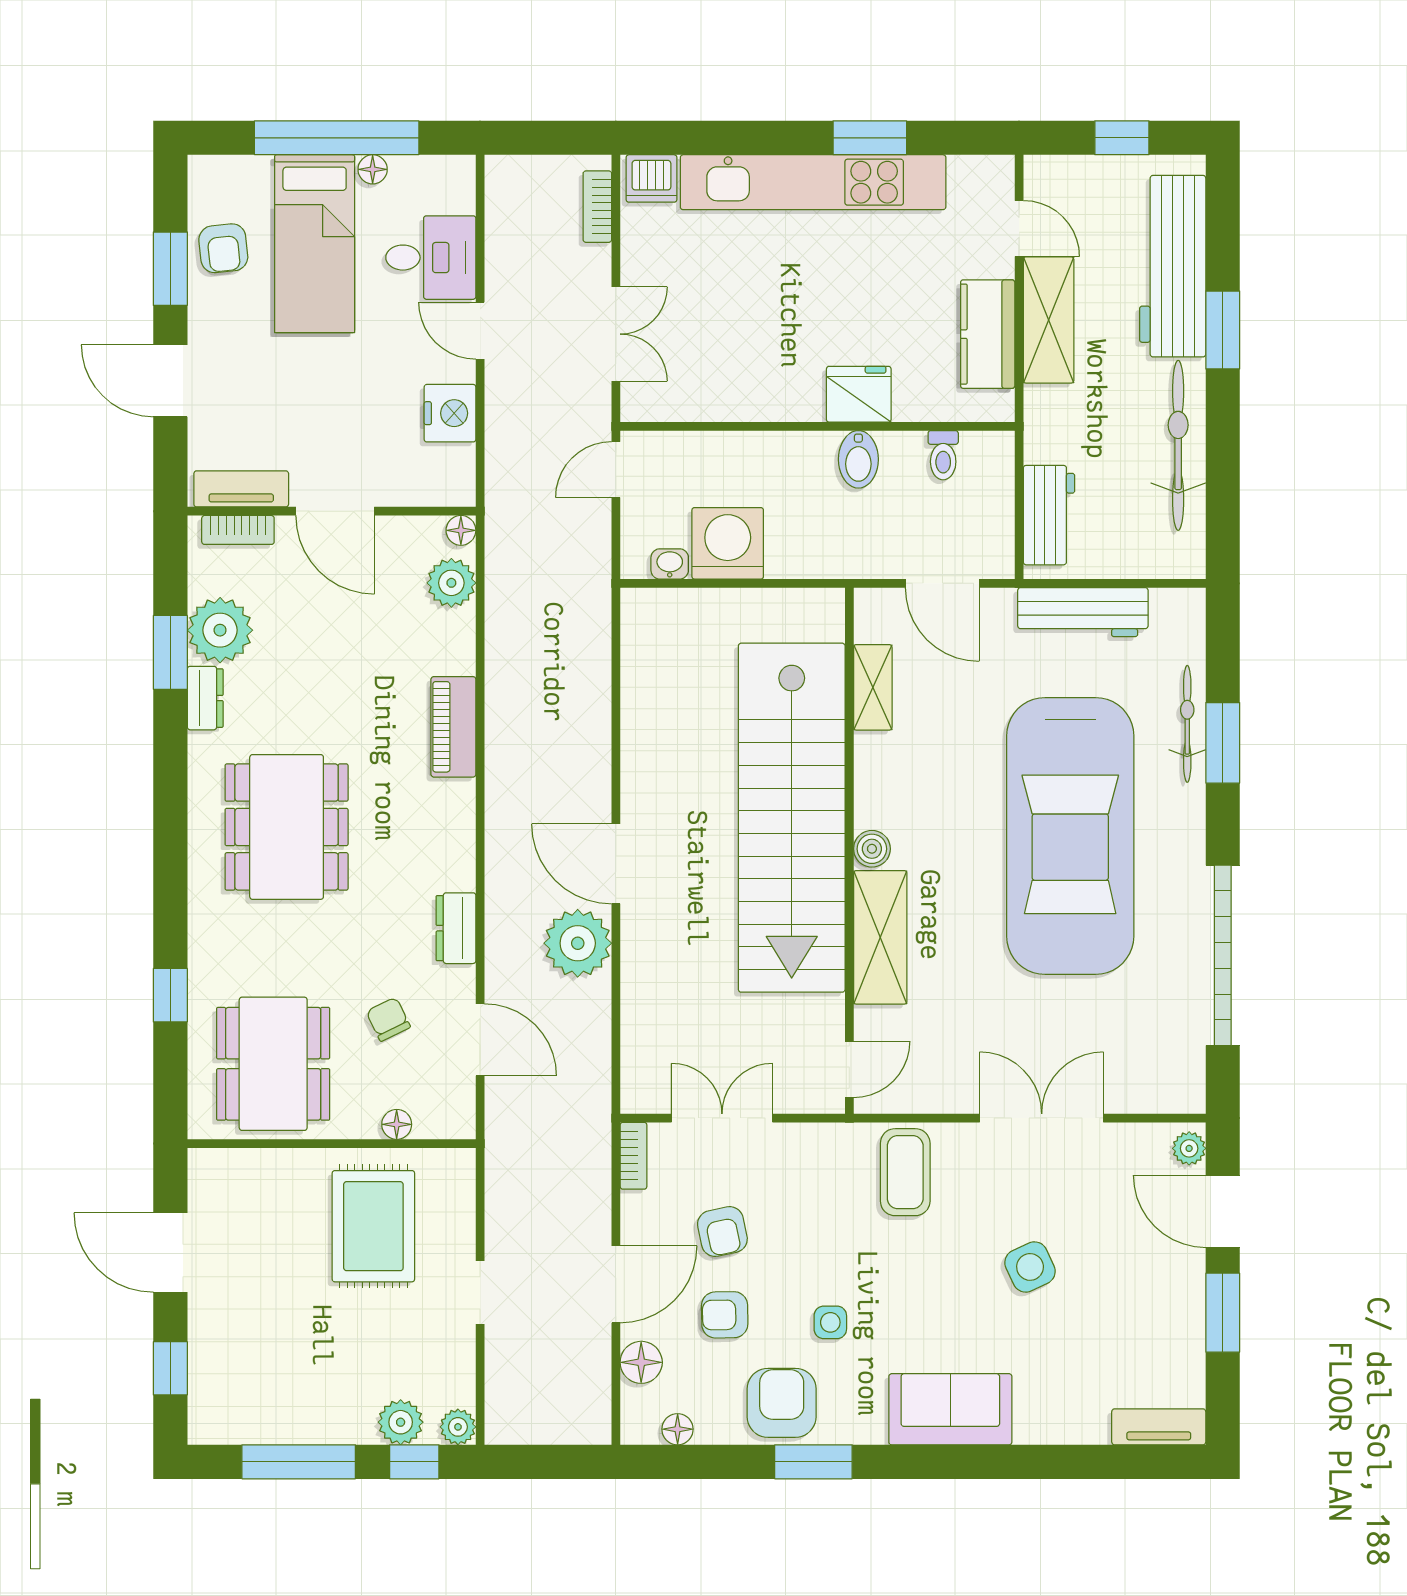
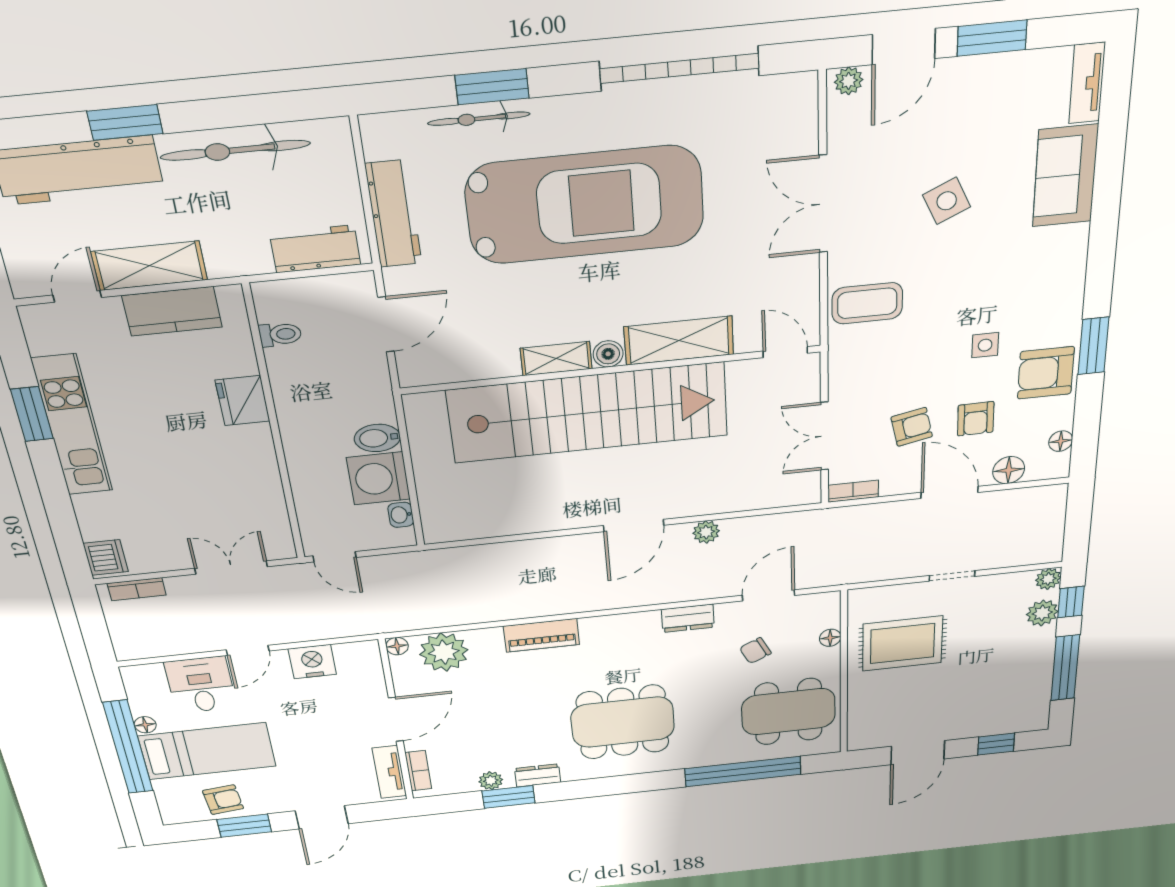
kitchen unit: (813, 182) -> (72, 425), width x0.73
bidet: (858, 459) -> (377, 438), moved, turned 180
plant: (451, 583) -> (444, 652), width x1.36, depth x1.36
plant: (220, 630) -> (491, 781), width x0.53, depth x0.53
shelving: (873, 687) -> (556, 359), moved
plant: (578, 943) -> (706, 532), width x0.53, depth x0.53
window: (170, 995) -> (743, 772), width x3.17
sofa: (950, 1409) -> (1065, 176), moved

